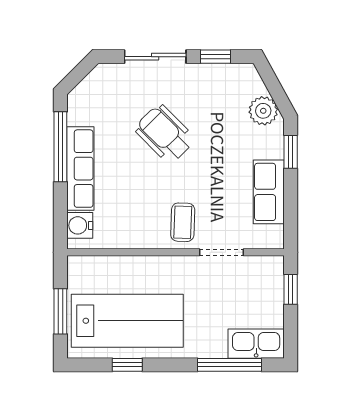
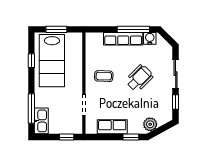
coffee table: (183, 222) -> (104, 76), moved
water cooler: (80, 225) -> (150, 38), moved

